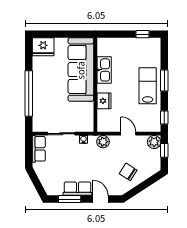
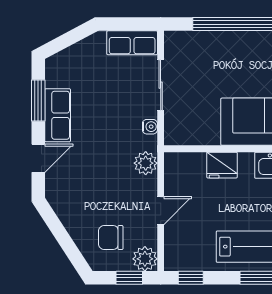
chair: (128, 172) -> (111, 238), moved, turned -123

